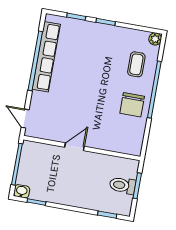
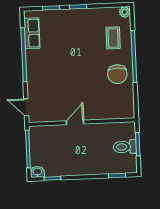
row of seats: (46, 57) -> (32, 33), width x0.50

